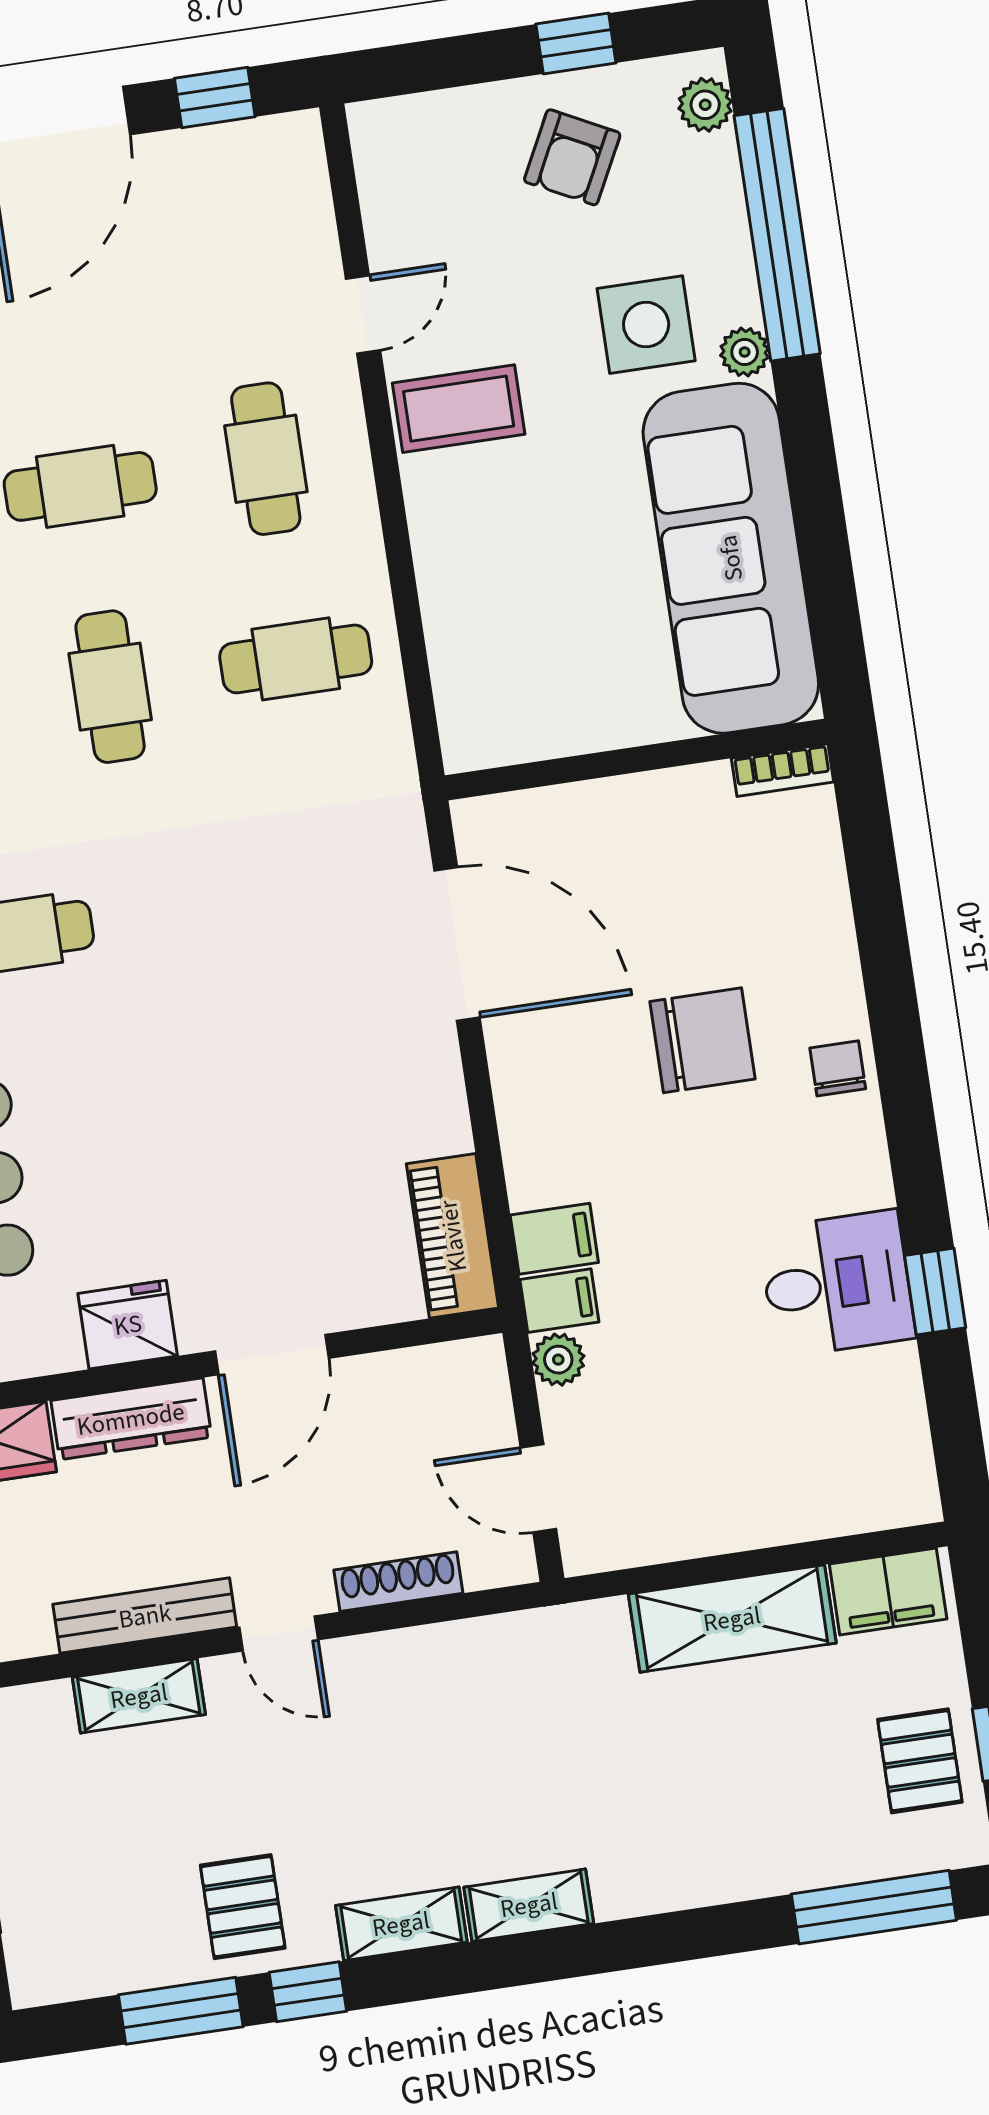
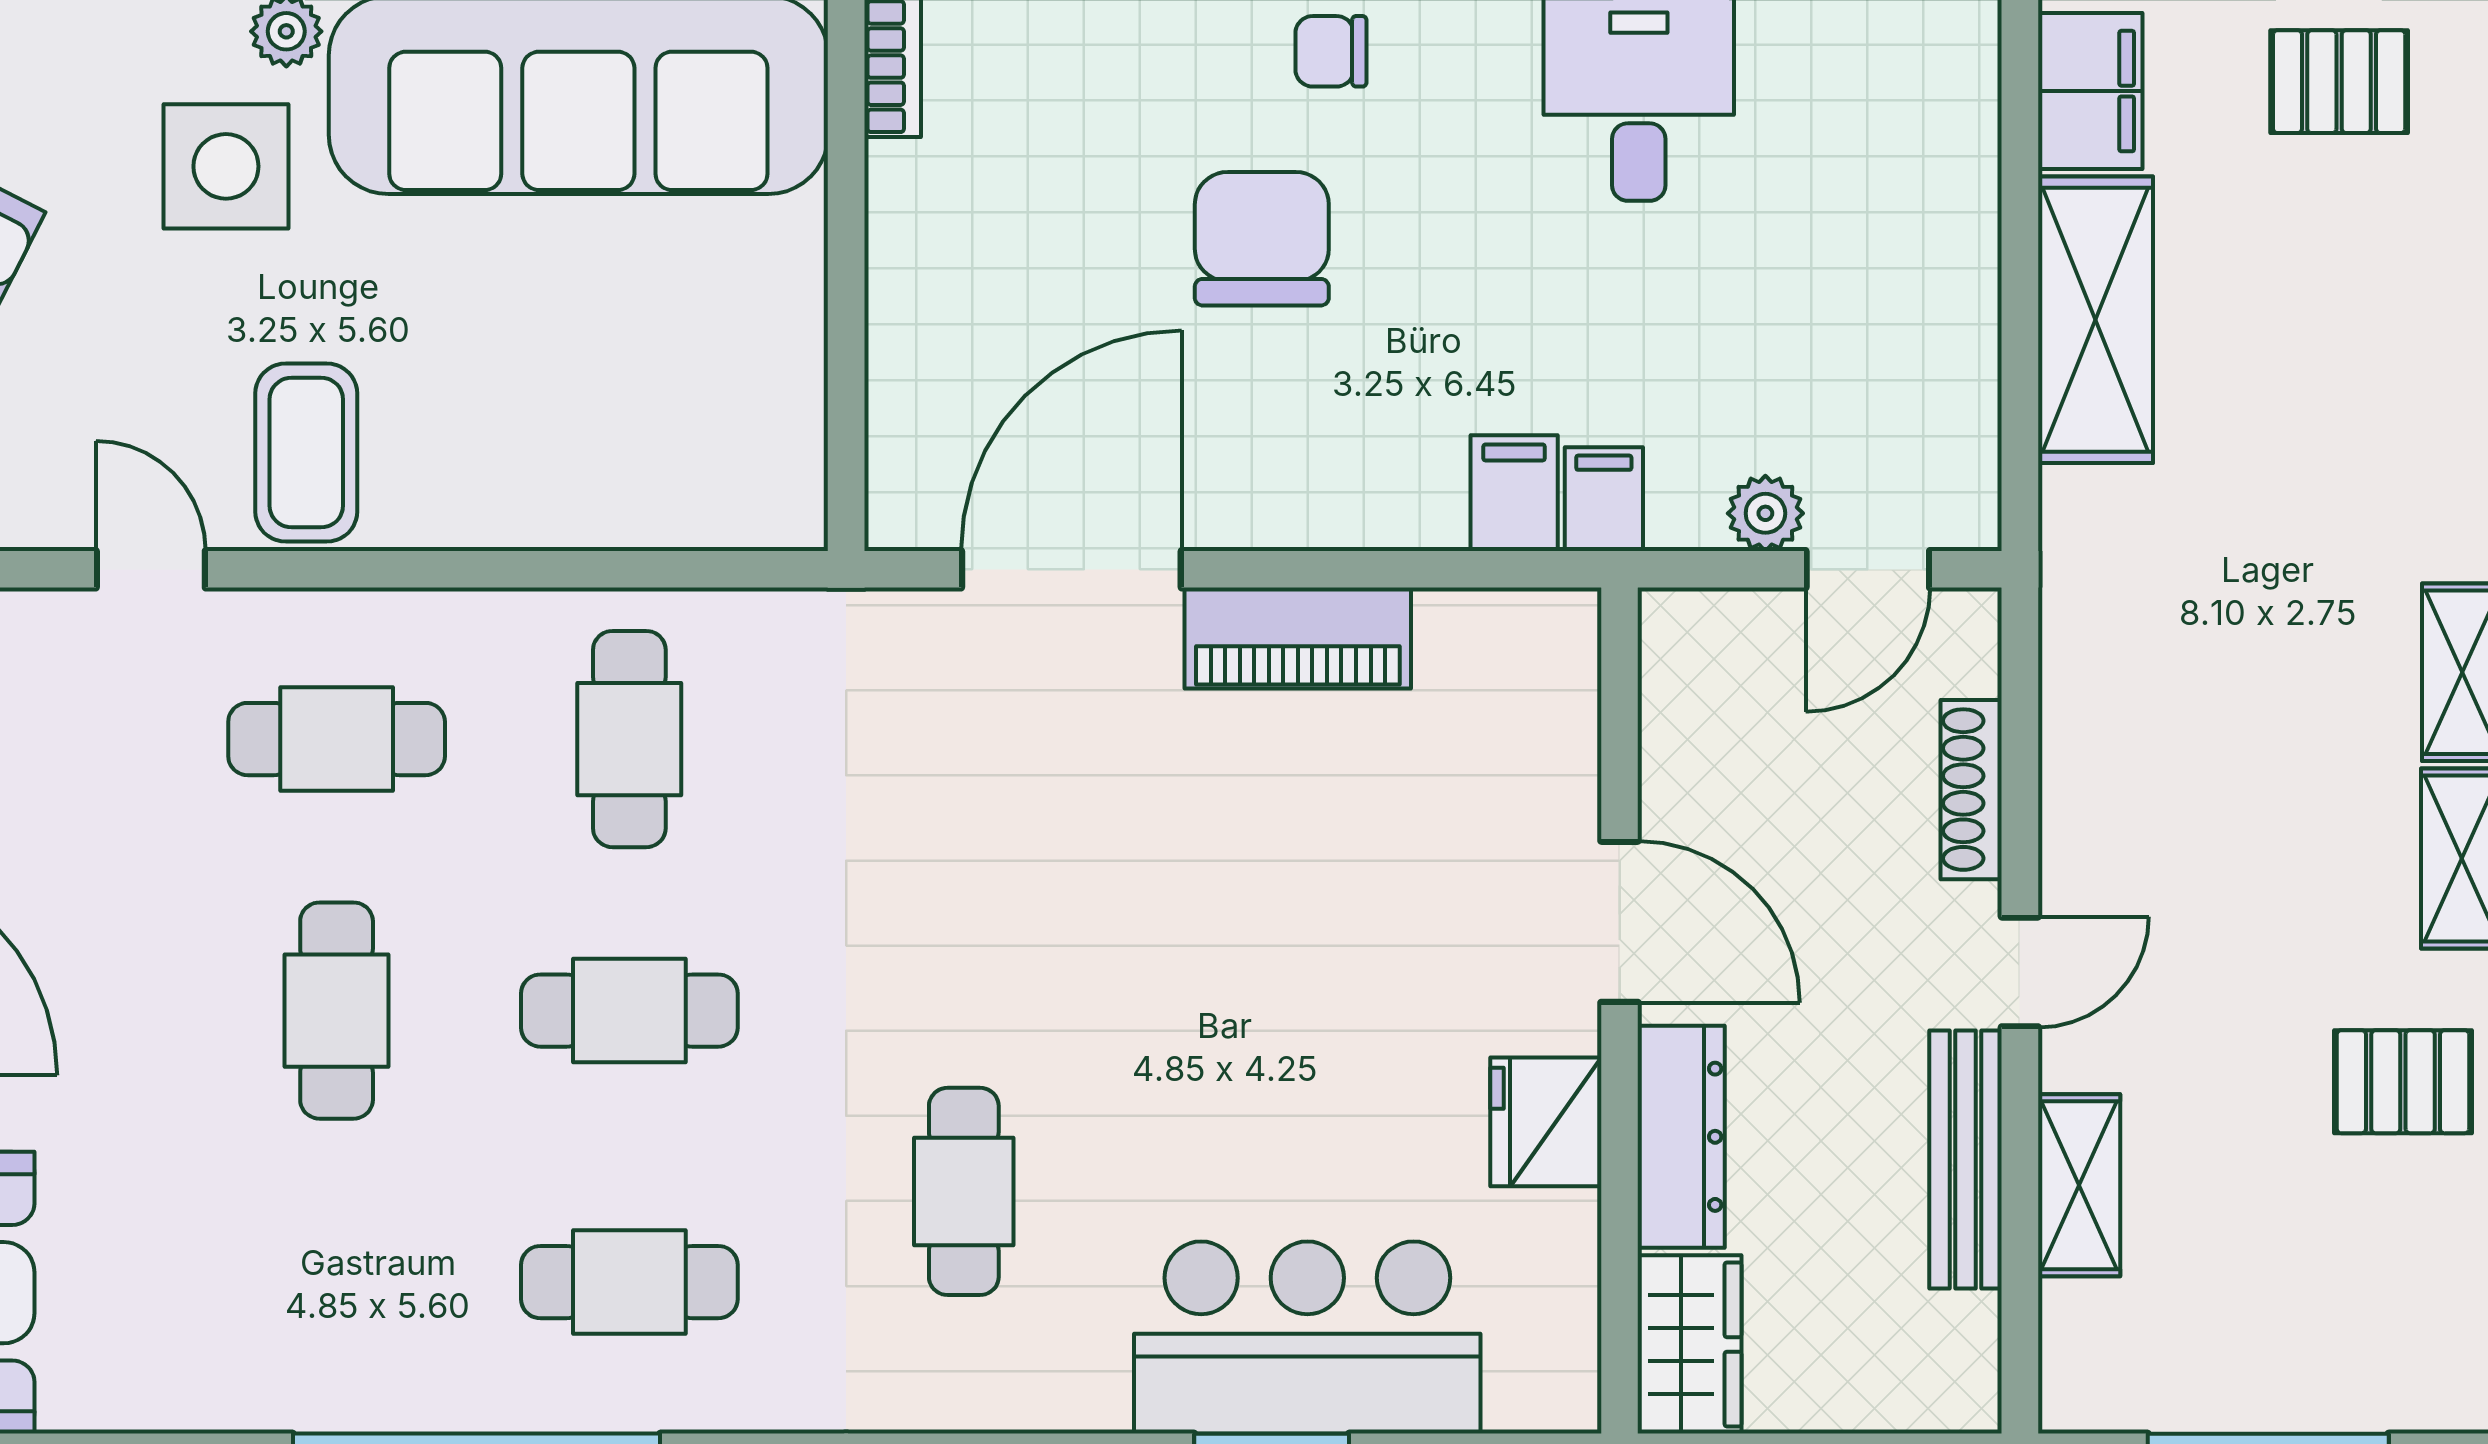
piano: (453, 1236) -> (1298, 638), moved
plant: (558, 1360) -> (1765, 513), moved

